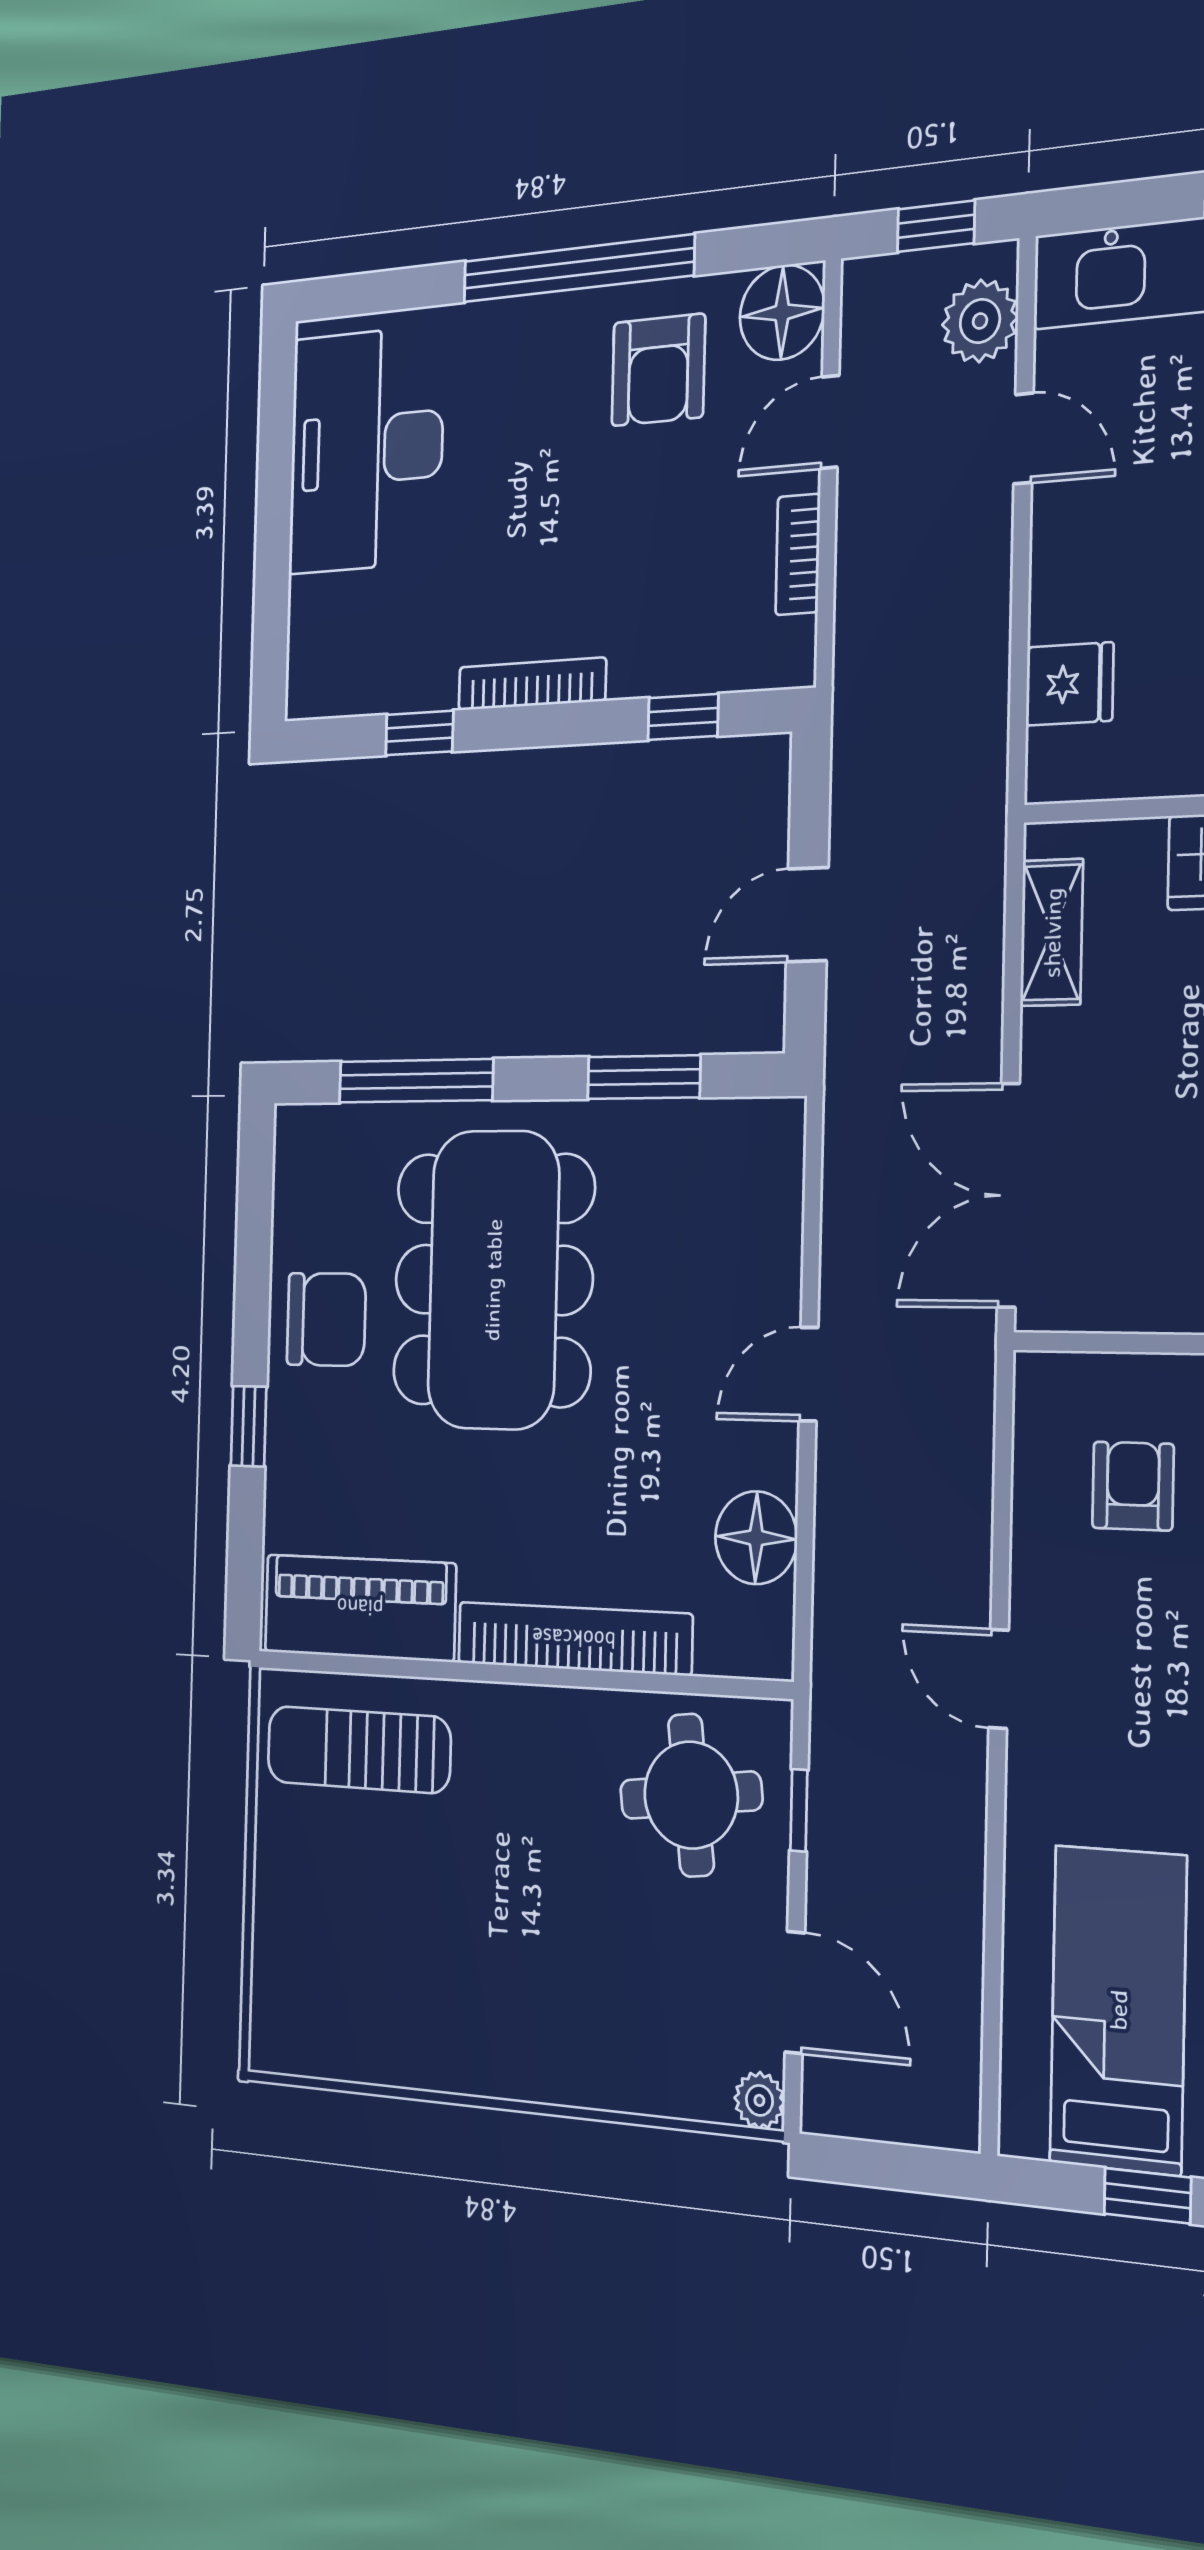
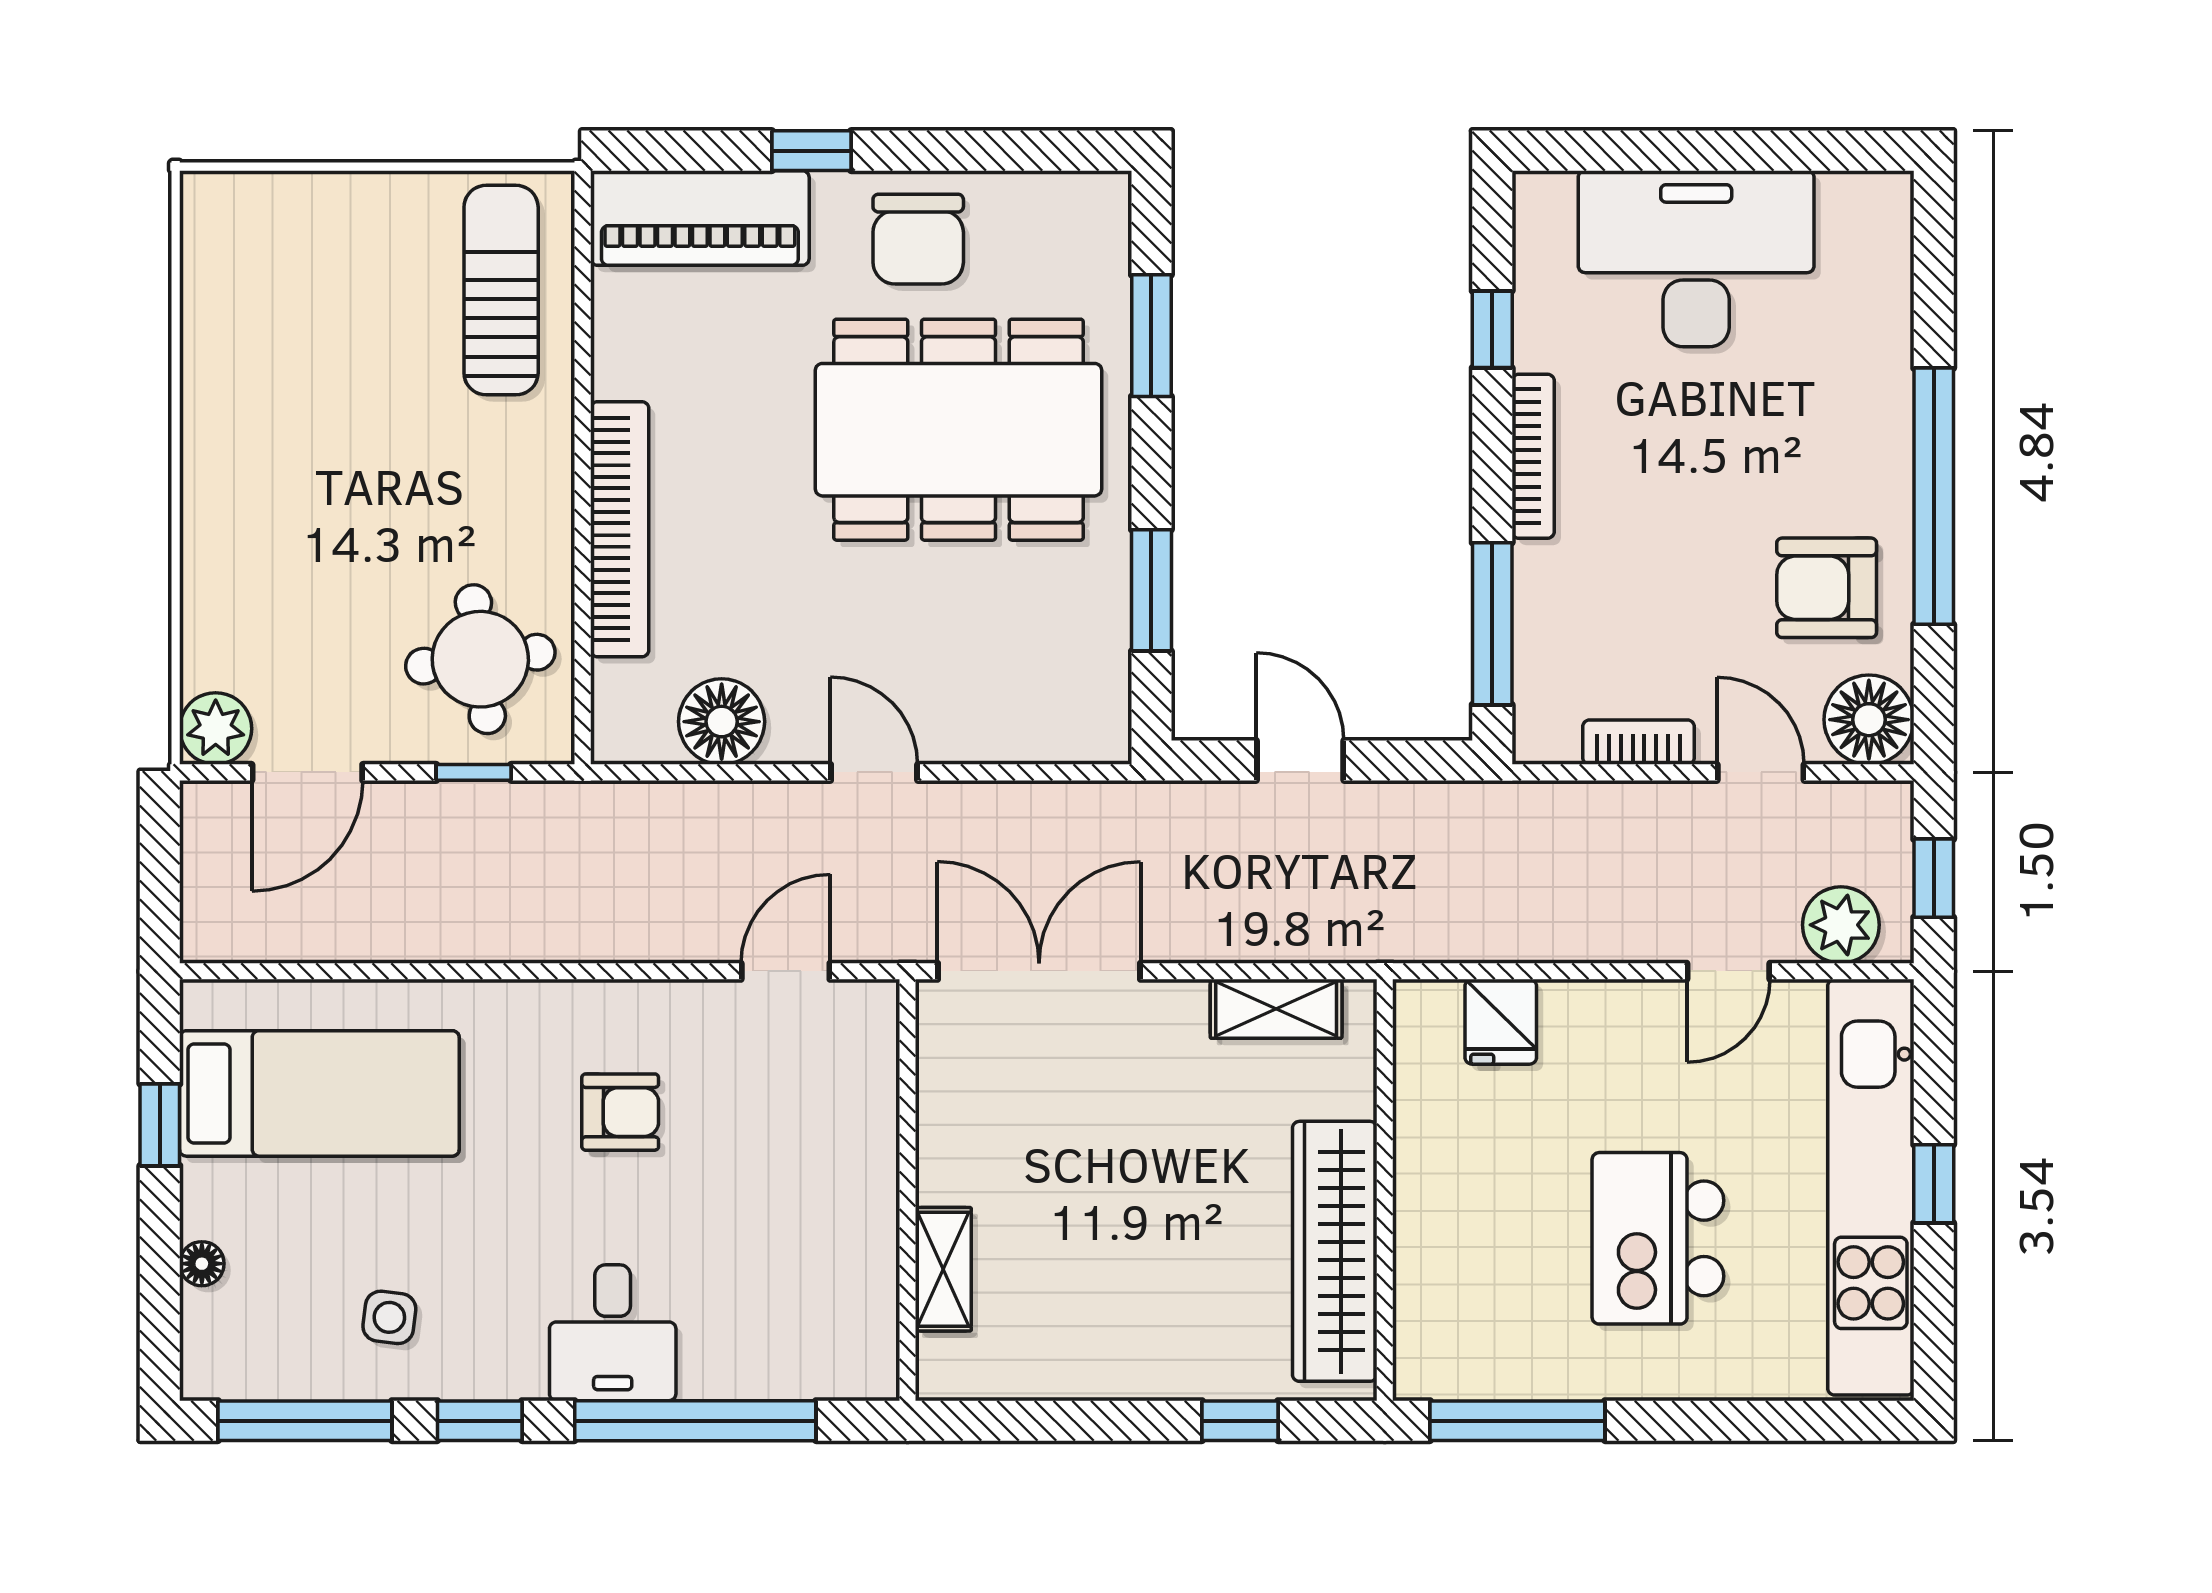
desk: (366, 450) -> (1696, 259), moved
window: (683, 717) -> (1492, 624), width x2.17
window: (416, 1081) -> (1151, 336), width x0.69
armchair: (1133, 1486) -> (620, 1112), moved
piano: (360, 1608) -> (700, 218), moved, turned 90
door: (999, 1679) -> (786, 971), moved
plant: (759, 2100) -> (216, 729), width x1.38, depth x1.38

